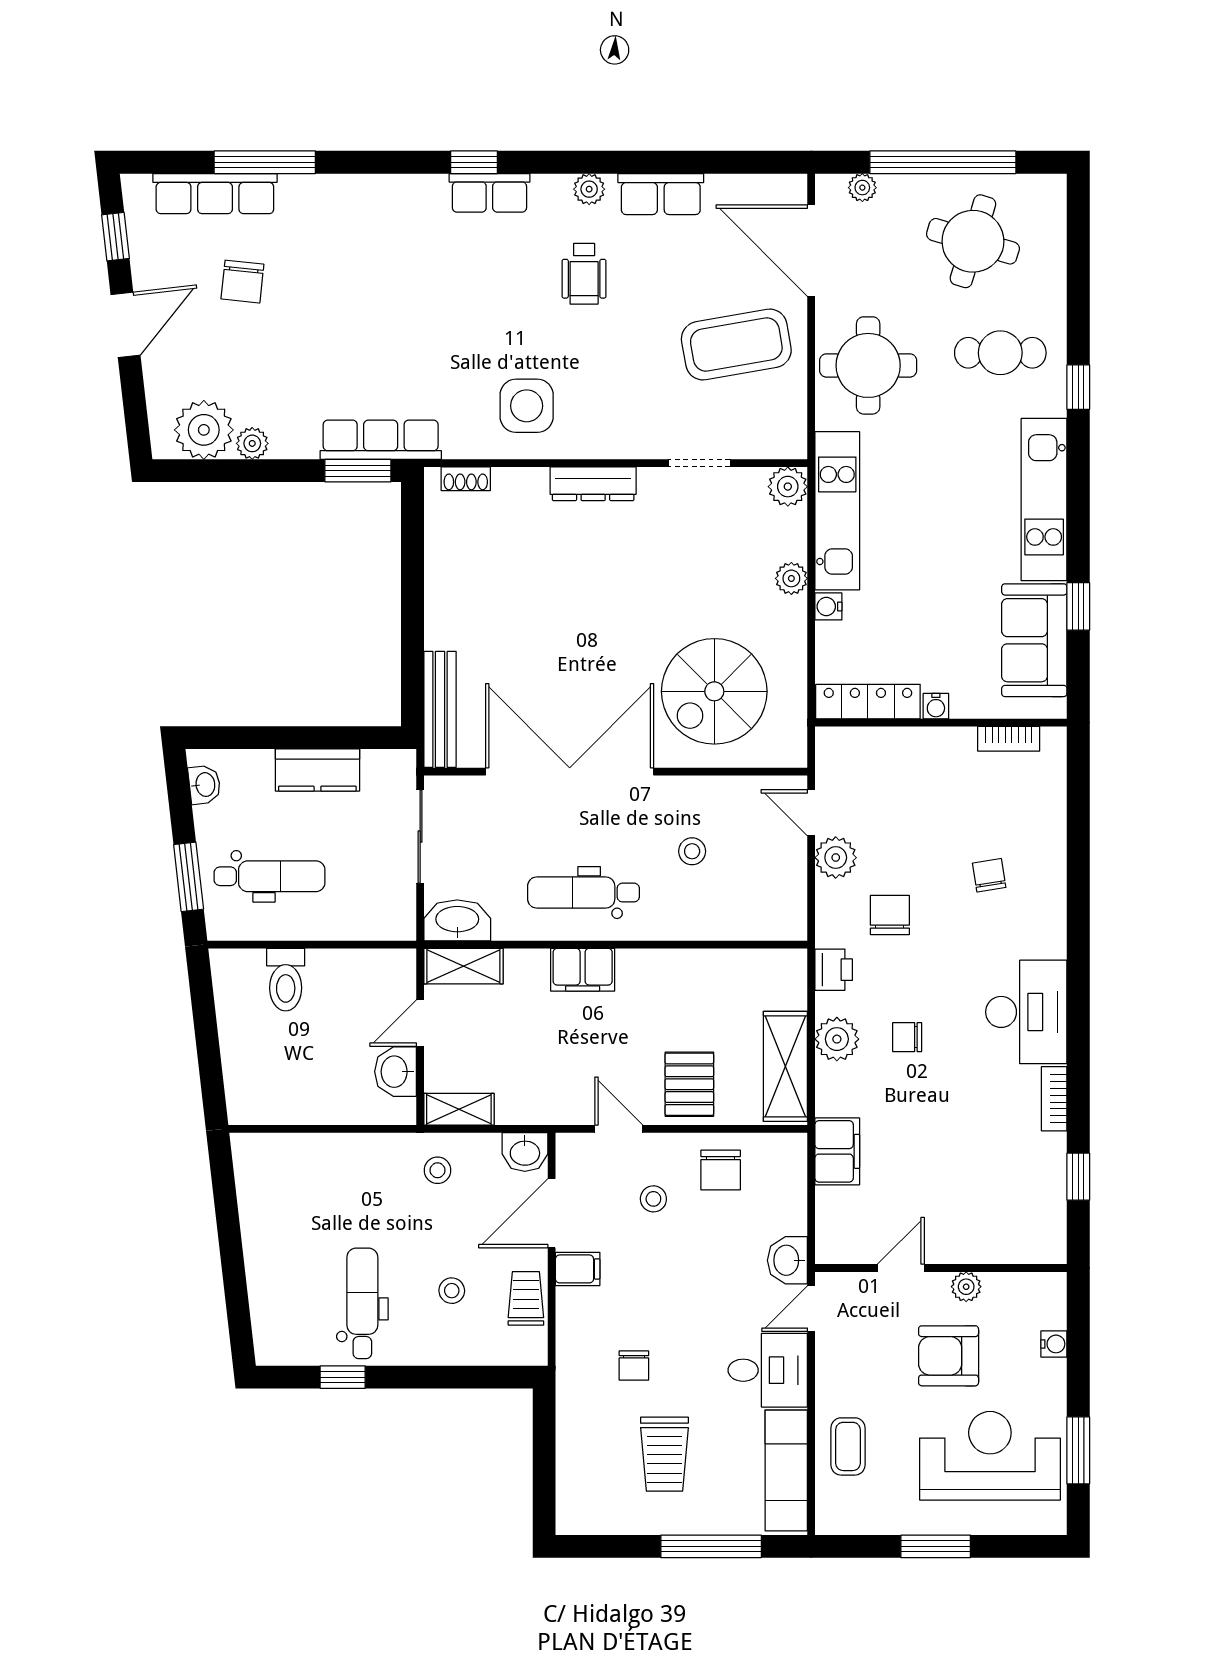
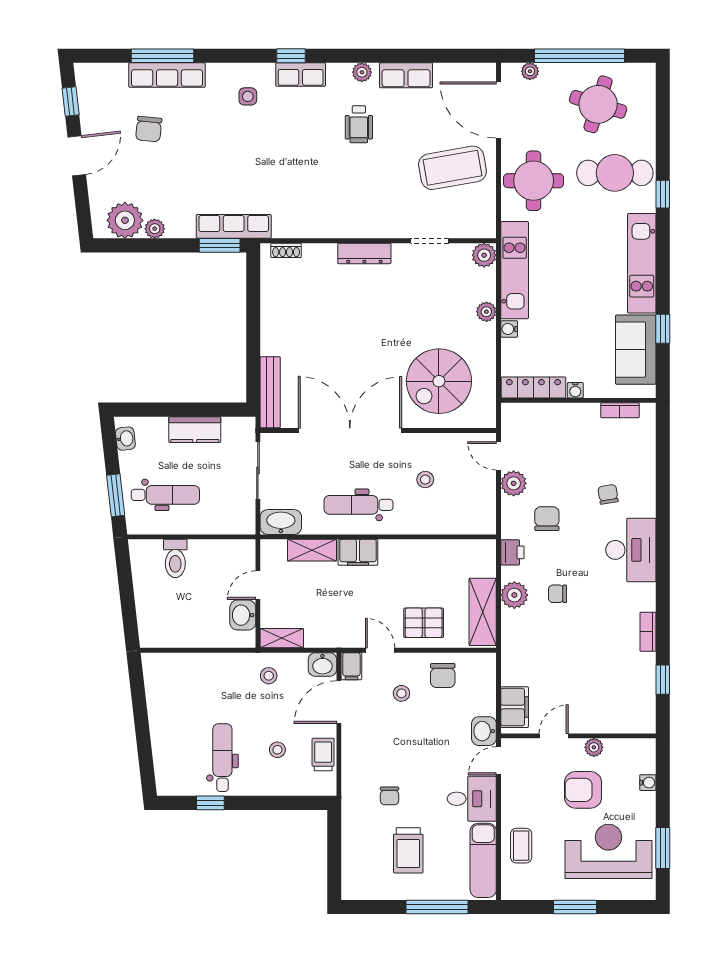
row of seats: (215, 194) -> (167, 75), moved
cafe table: (1000, 353) -> (615, 173), width x1.37, depth x1.35
side table: (527, 406) -> (248, 96), moved, width x0.54, depth x0.54
shelving: (463, 966) -> (312, 550), moved
desk: (1026, 1012) -> (631, 550), moved
pallet: (689, 1084) -> (424, 623), turned 90
filing cabinet: (837, 1151) -> (515, 707), moved
filing cabinet: (578, 1269) -> (351, 666), moved, turned 90

